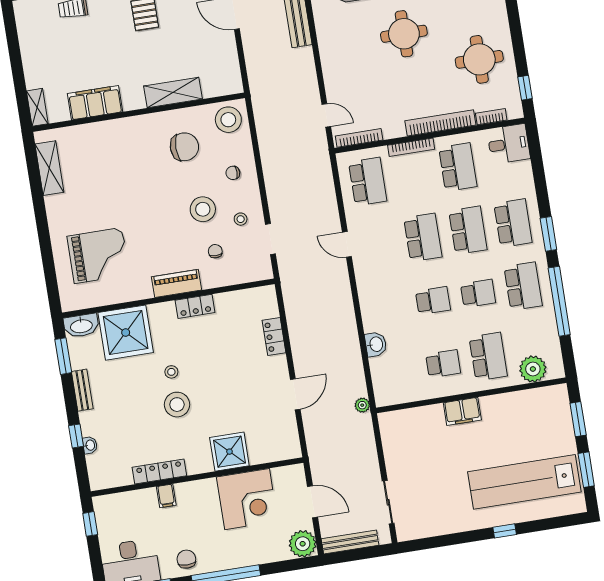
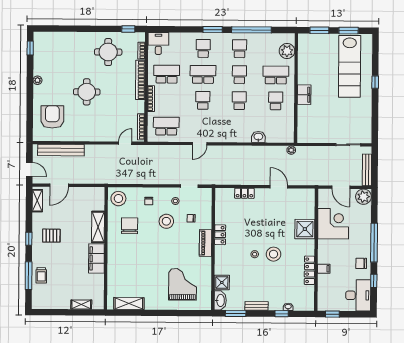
filing cabinet: (95, 103) -> (96, 258), moved
shelving: (37, 107) -> (81, 305), moved
school desk: (513, 223) -> (203, 48), width x0.54
school desk: (423, 237) -> (203, 100), width x0.54
school desk: (523, 286) -> (240, 49), width x0.54
shower: (126, 333) -> (222, 283), width x0.54, depth x0.54
door: (312, 502) -> (341, 187), swing flipped

